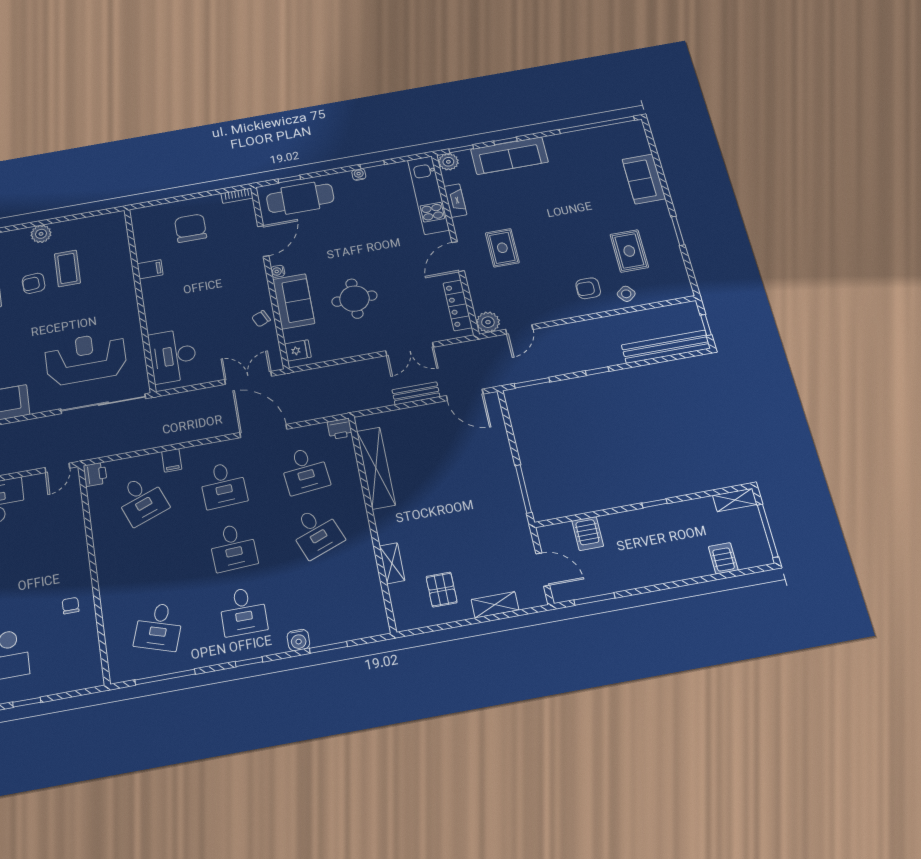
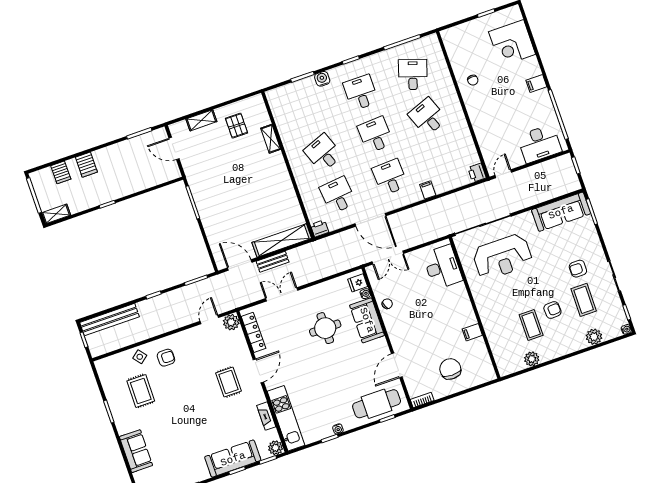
chair: (191, 228) -> (450, 369), turned 180
plant: (41, 234) -> (532, 359), moved
water cooler: (278, 271) -> (365, 294), moved
shelving: (376, 468) -> (282, 240), moved, turned 90
desk: (141, 500) -> (427, 117), moved
server rack: (588, 533) -> (86, 165), moved, turned 180

